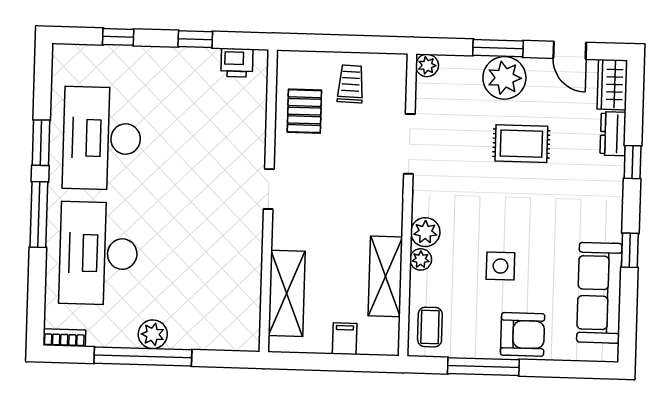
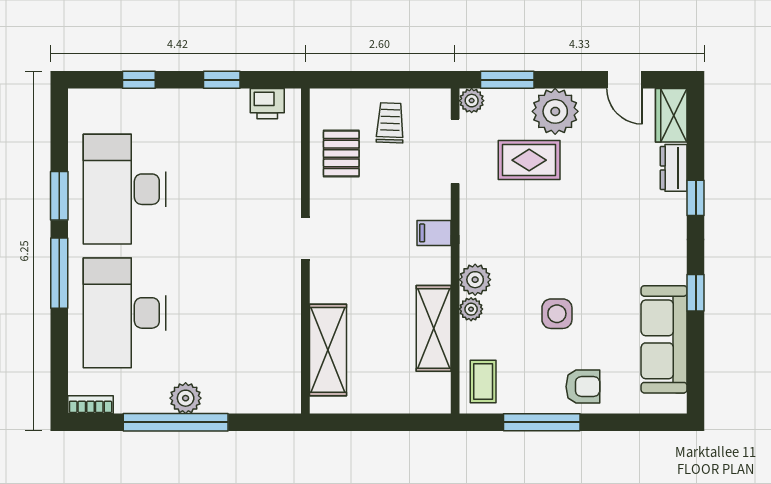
window: (498, 48) -> (507, 80), moved
doorway: (409, 144) -> (455, 151), moved
rug: (521, 144) -> (529, 160), moved
armchair: (523, 334) -> (583, 387), width x0.72, depth x0.72
filing cabinet: (345, 339) -> (434, 233), moved, turned -90

